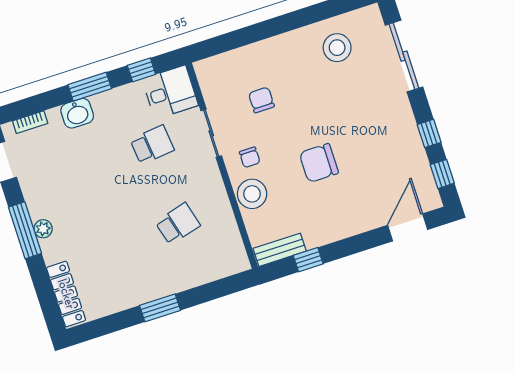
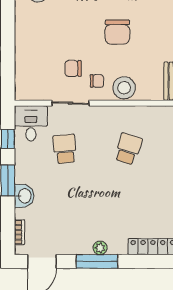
chair: (261, 100) -> (73, 68), moved
school desk: (178, 224) -> (128, 149), turned 33

